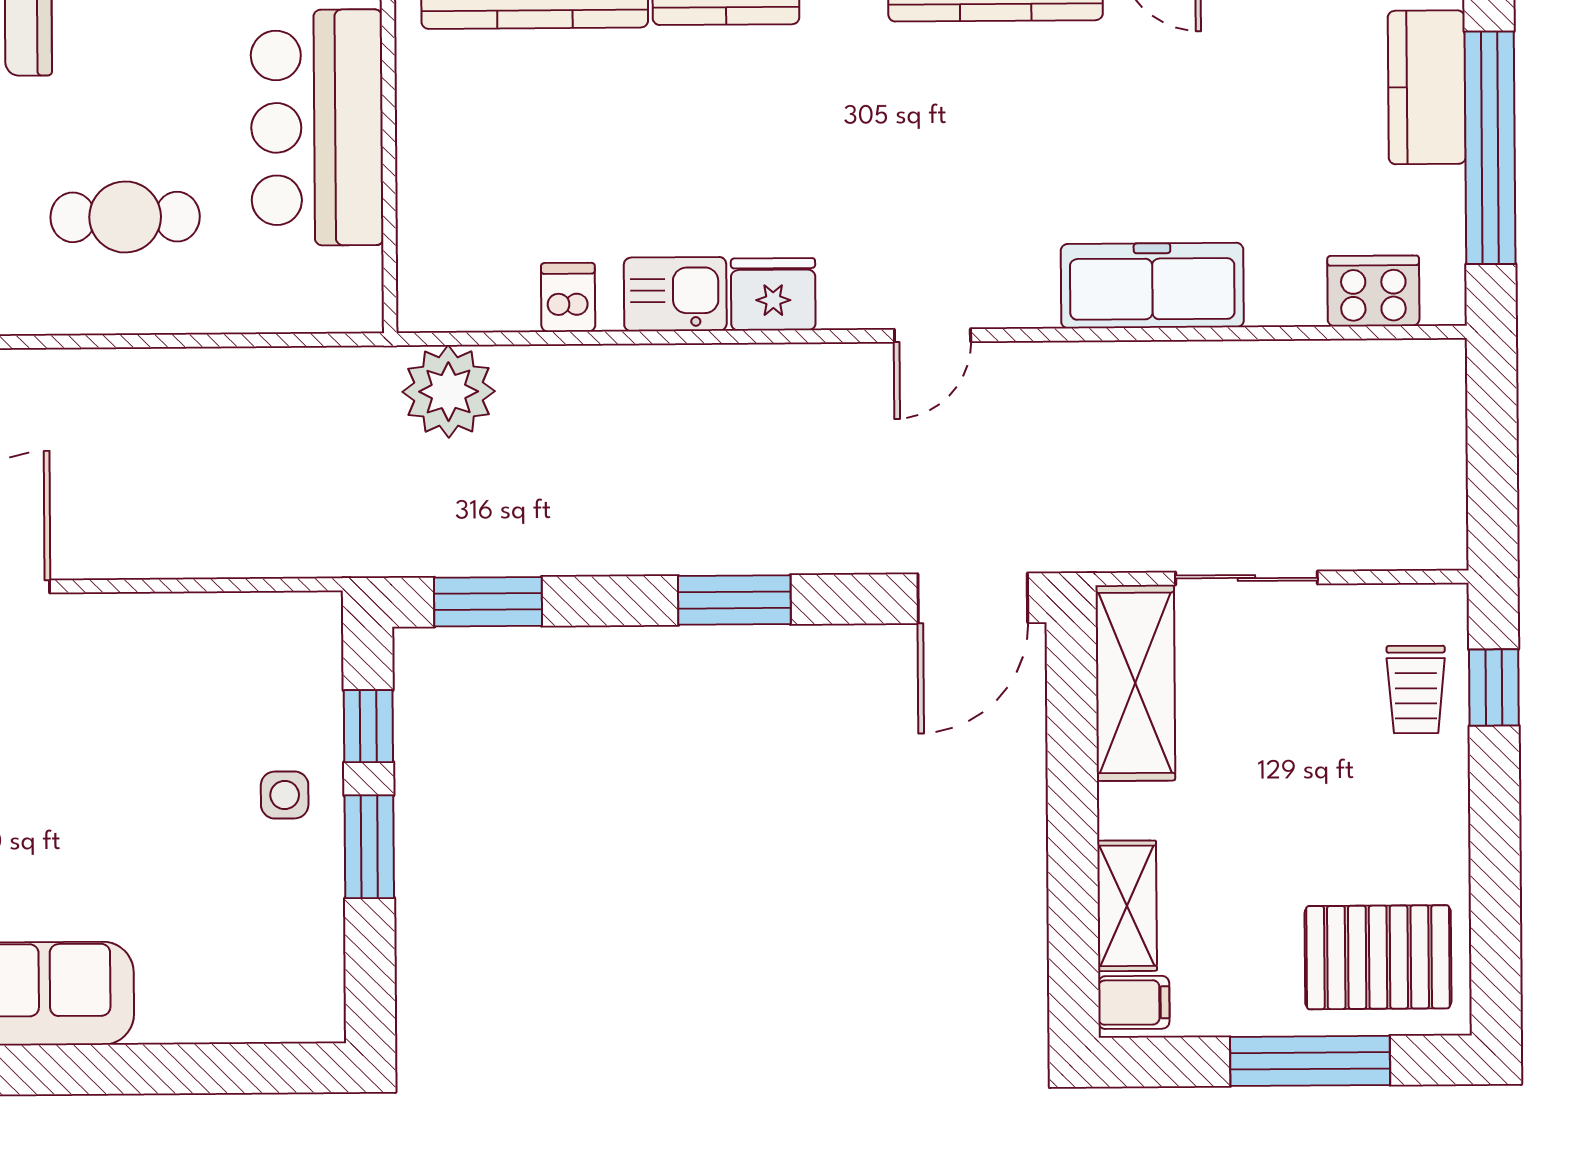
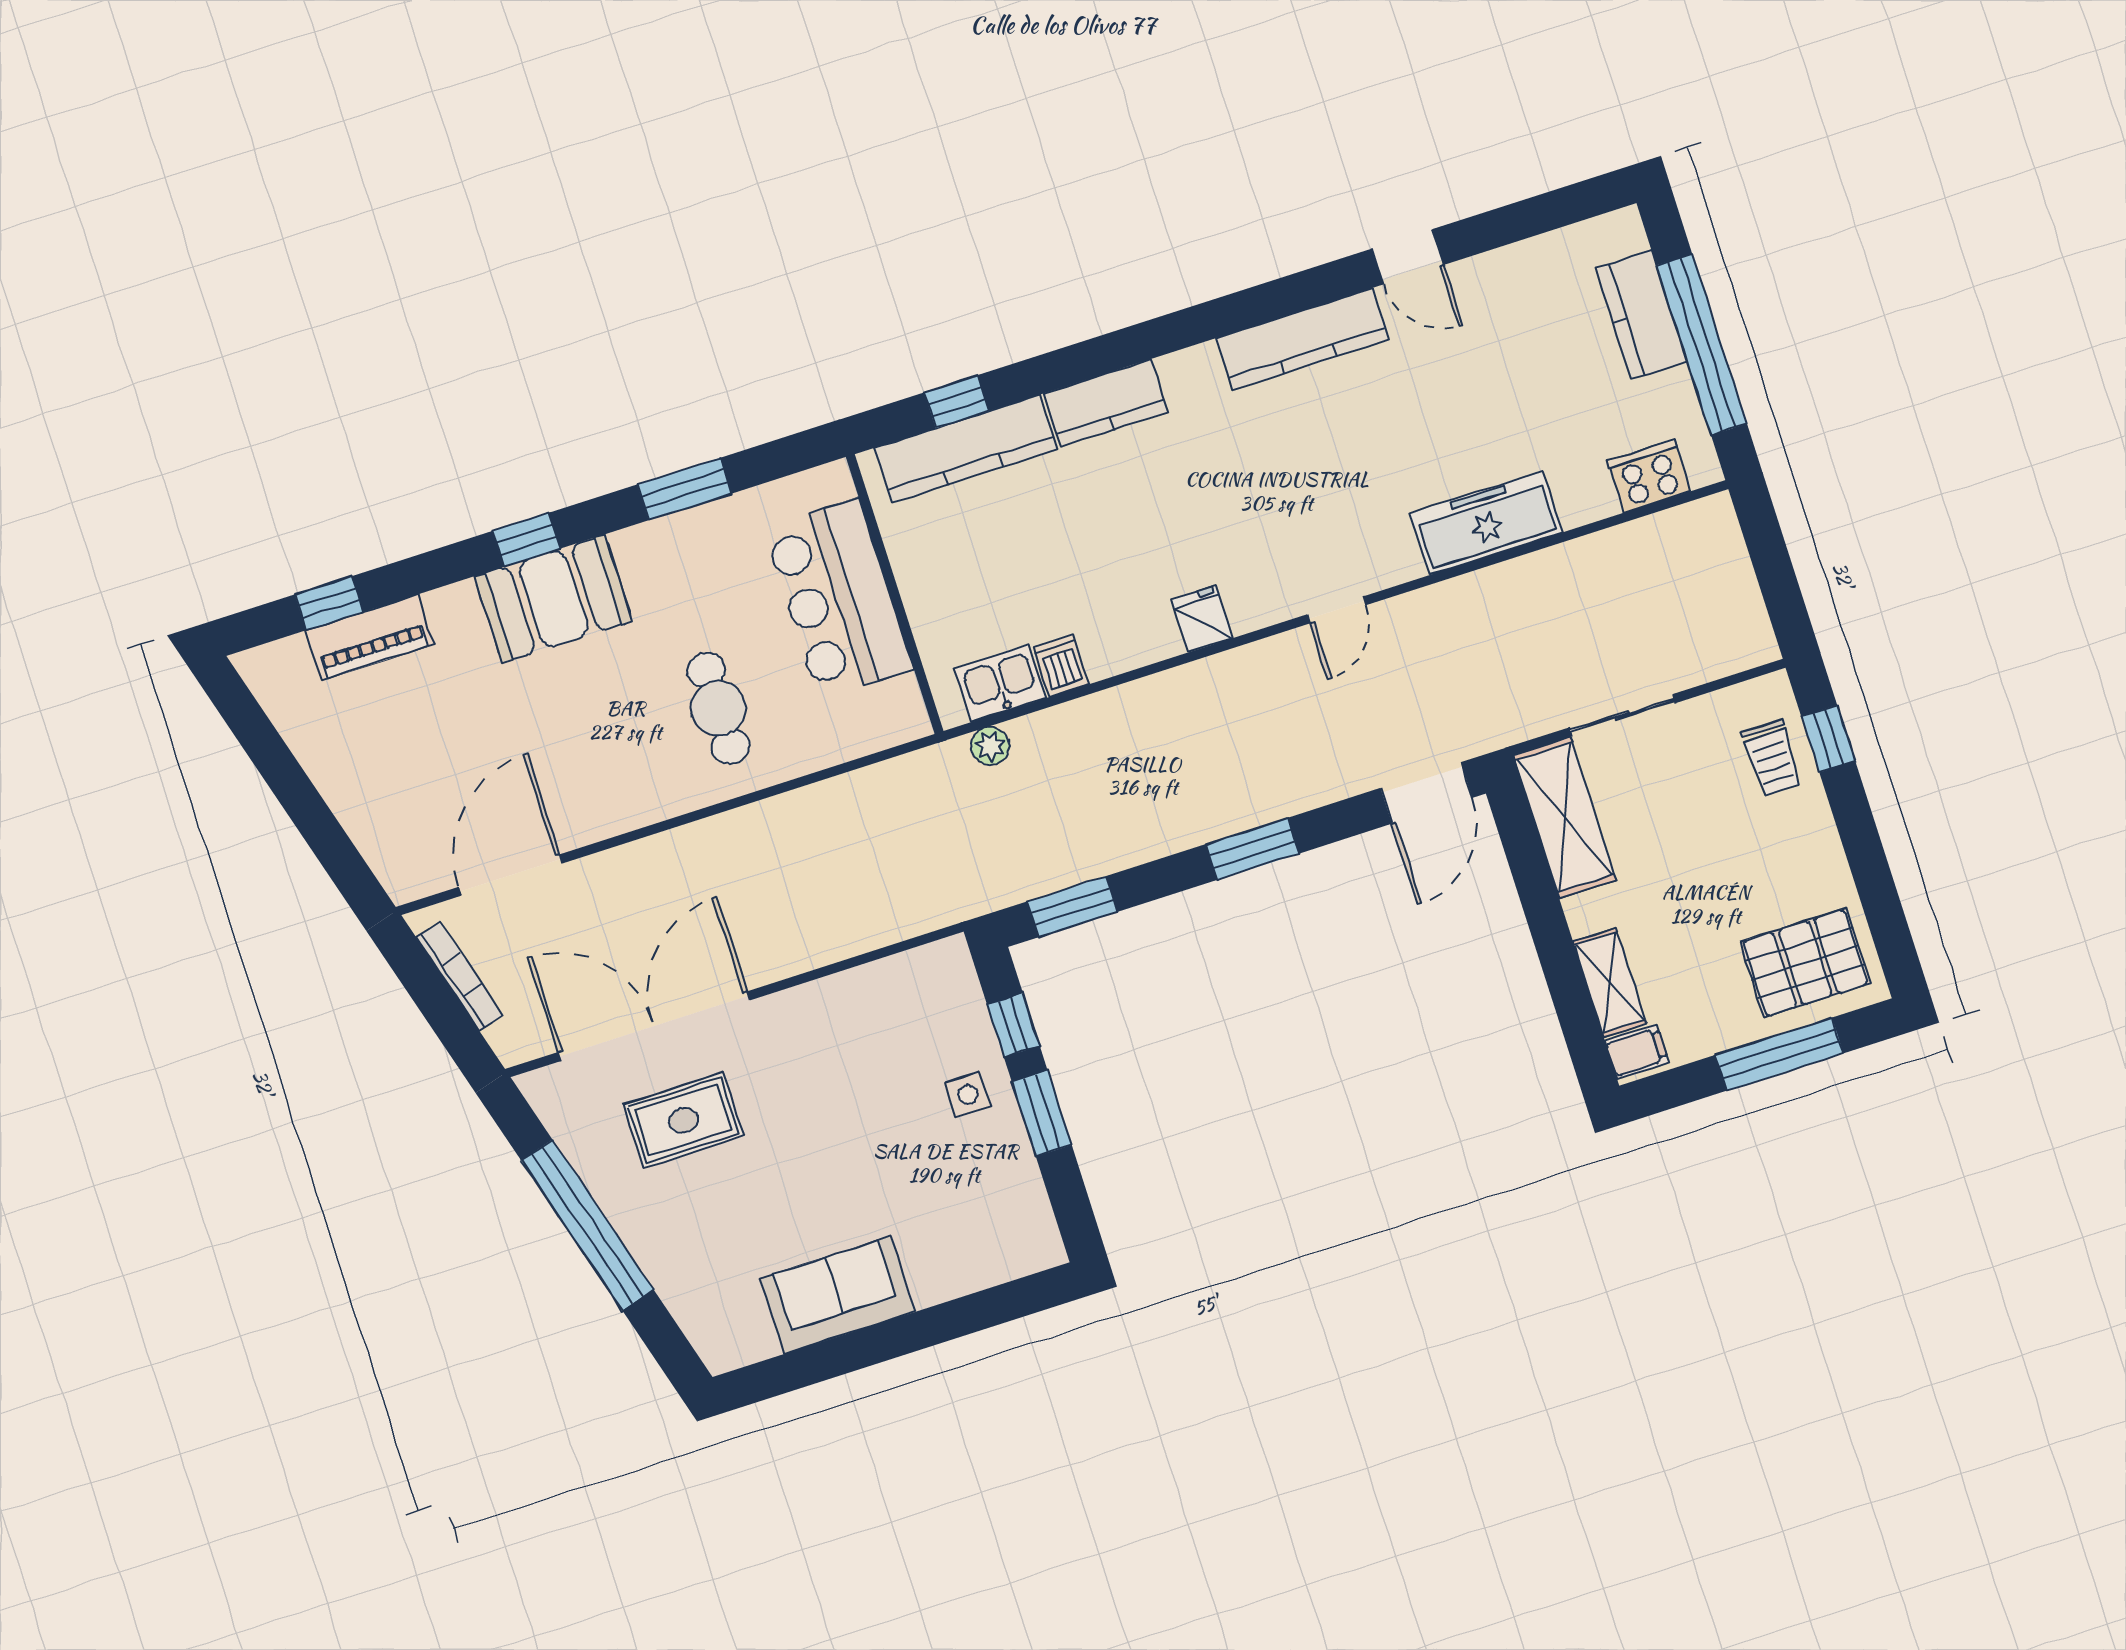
cafe table: (125, 217) -> (719, 708), turned 90
kitchen sink: (675, 294) -> (1000, 683), moved
fridge: (773, 294) -> (1202, 619), width x0.72
plant: (449, 392) -> (990, 746), width x0.53, depth x0.53

